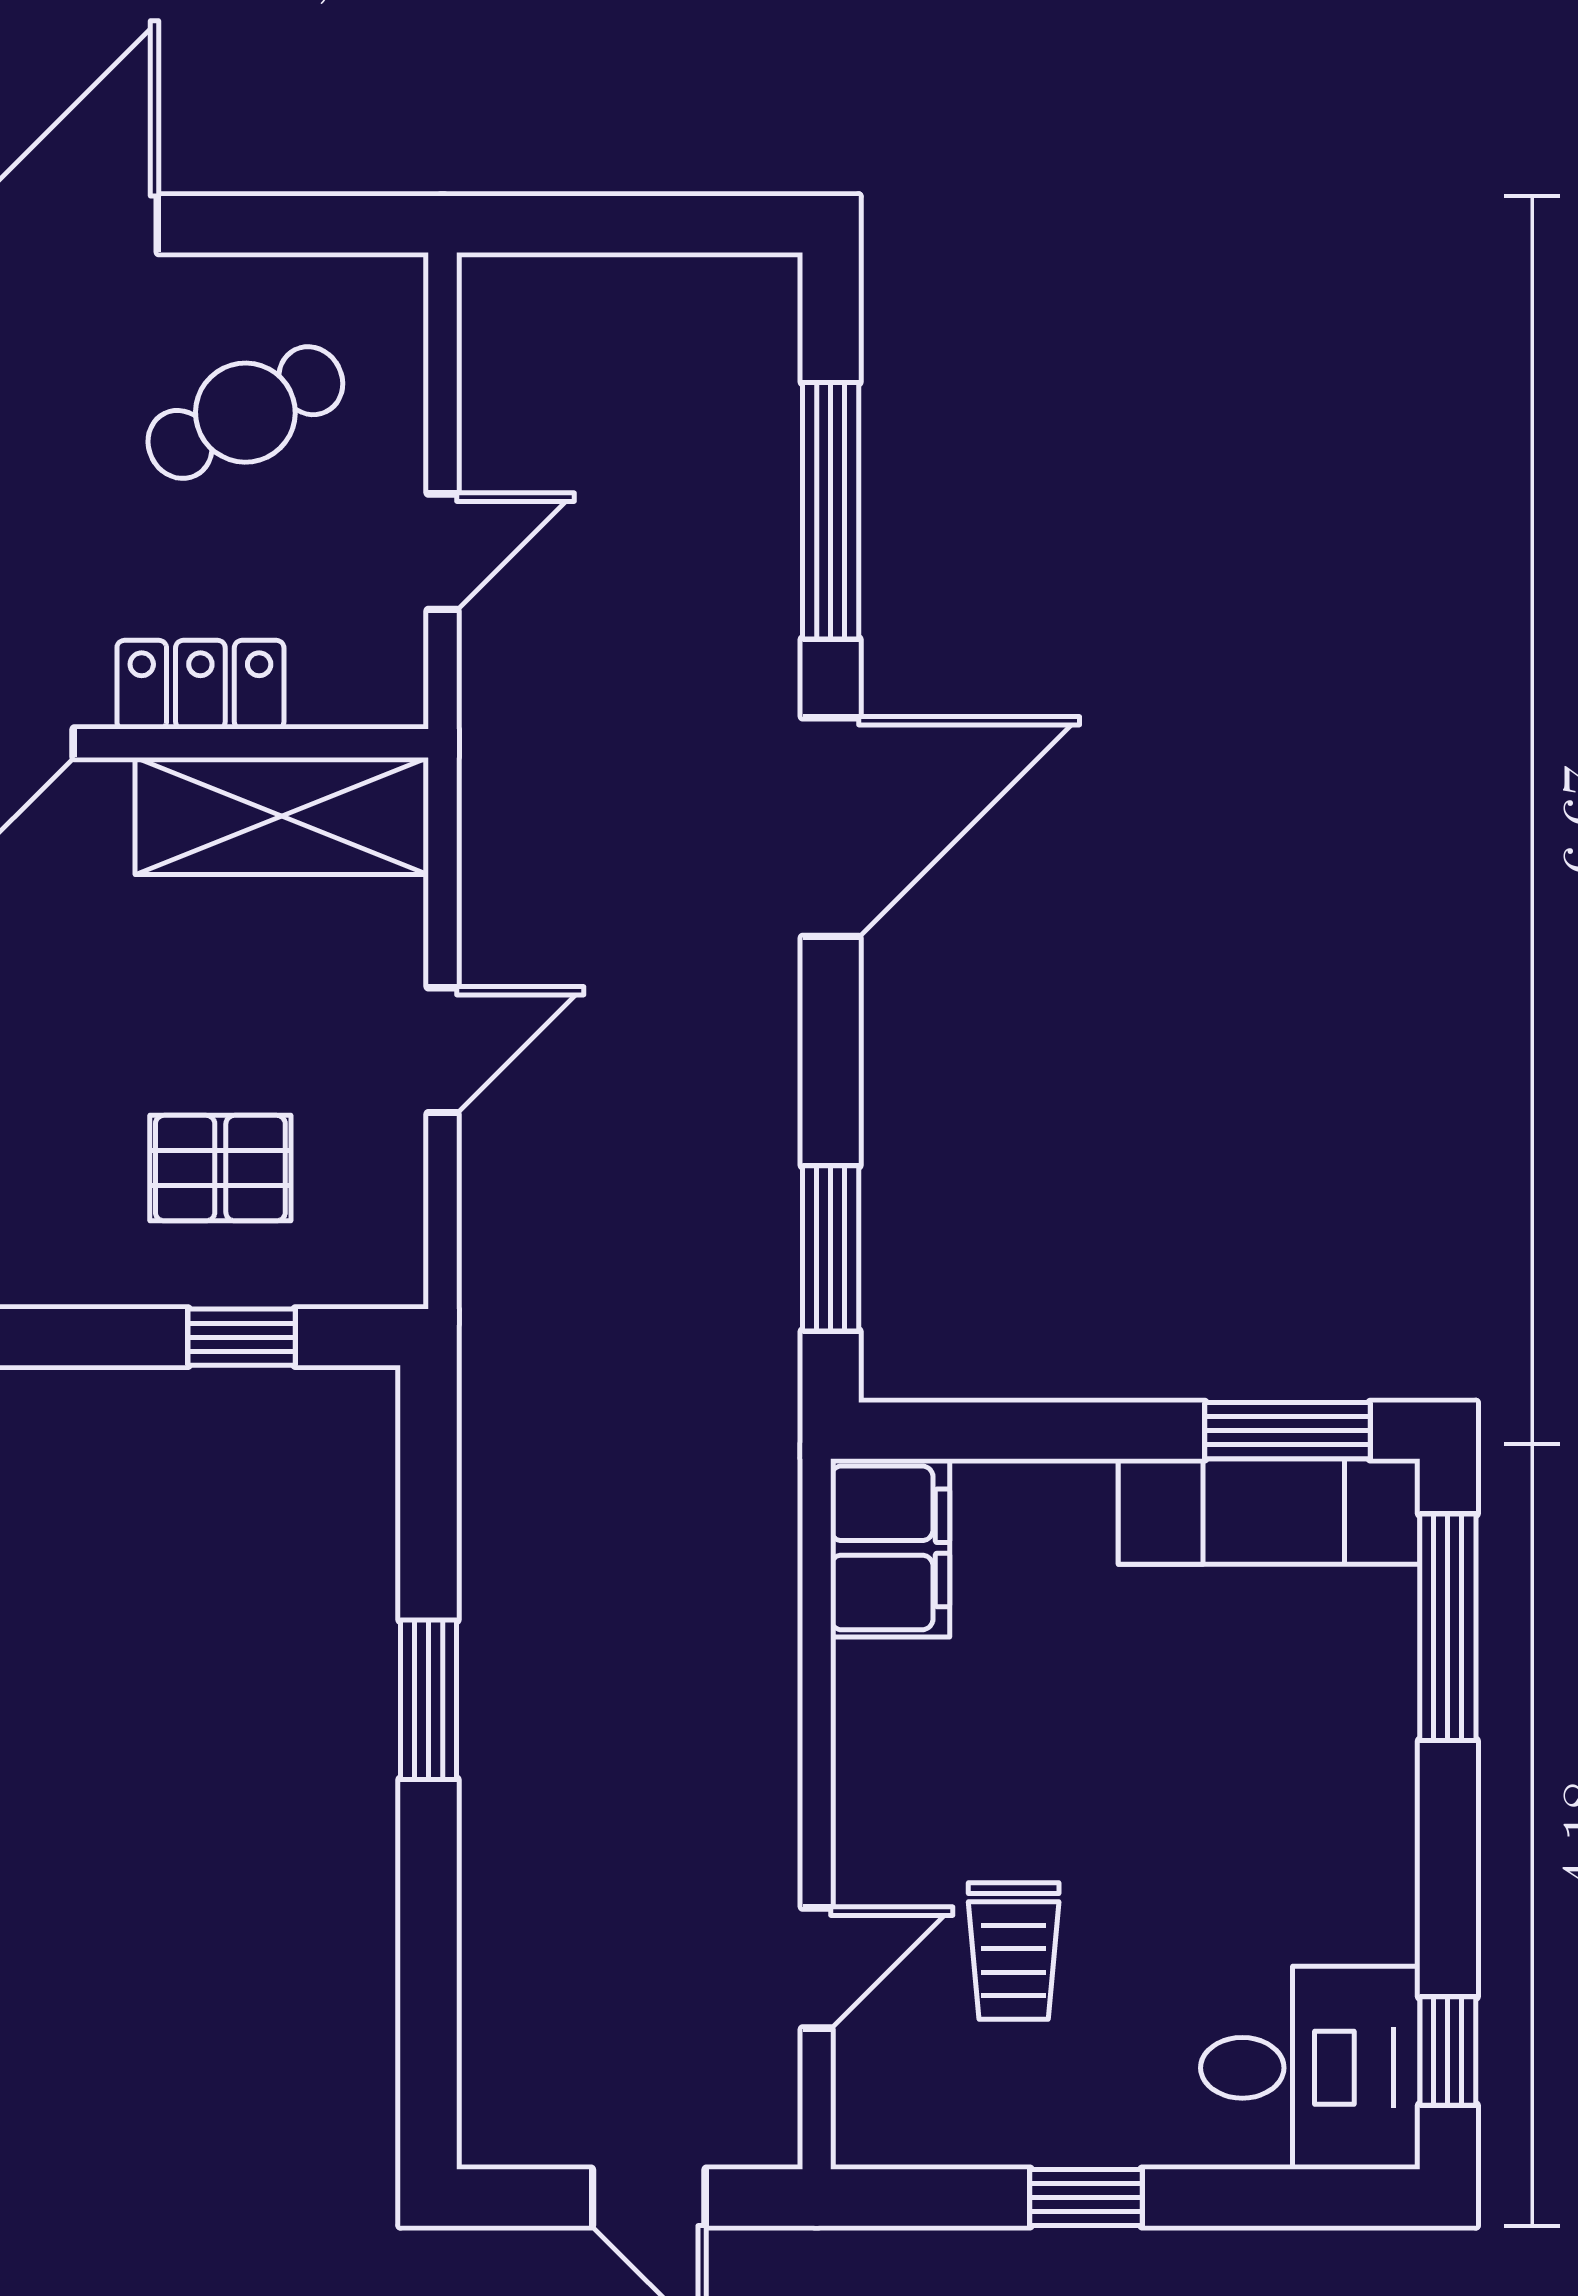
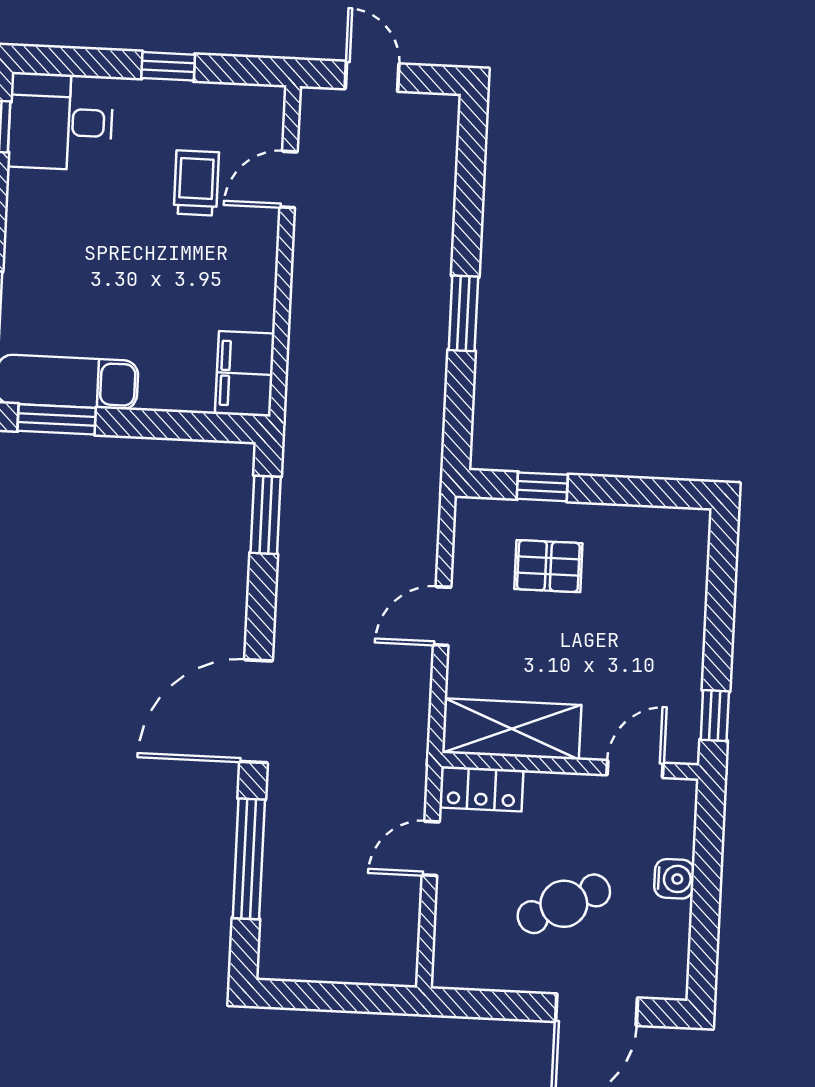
cafe table: (245, 413) -> (564, 904), moved
locker: (200, 685) -> (481, 789), moved

